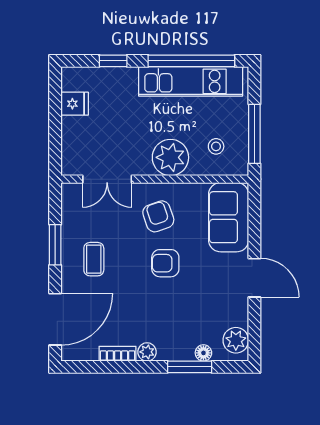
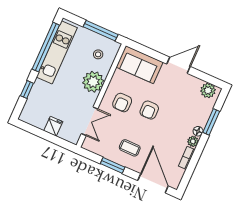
fridge: (75, 104) -> (53, 126), moved
armchair: (158, 216) -> (122, 103), turned -71
floor lamp: (203, 353) -> (198, 131), moved

